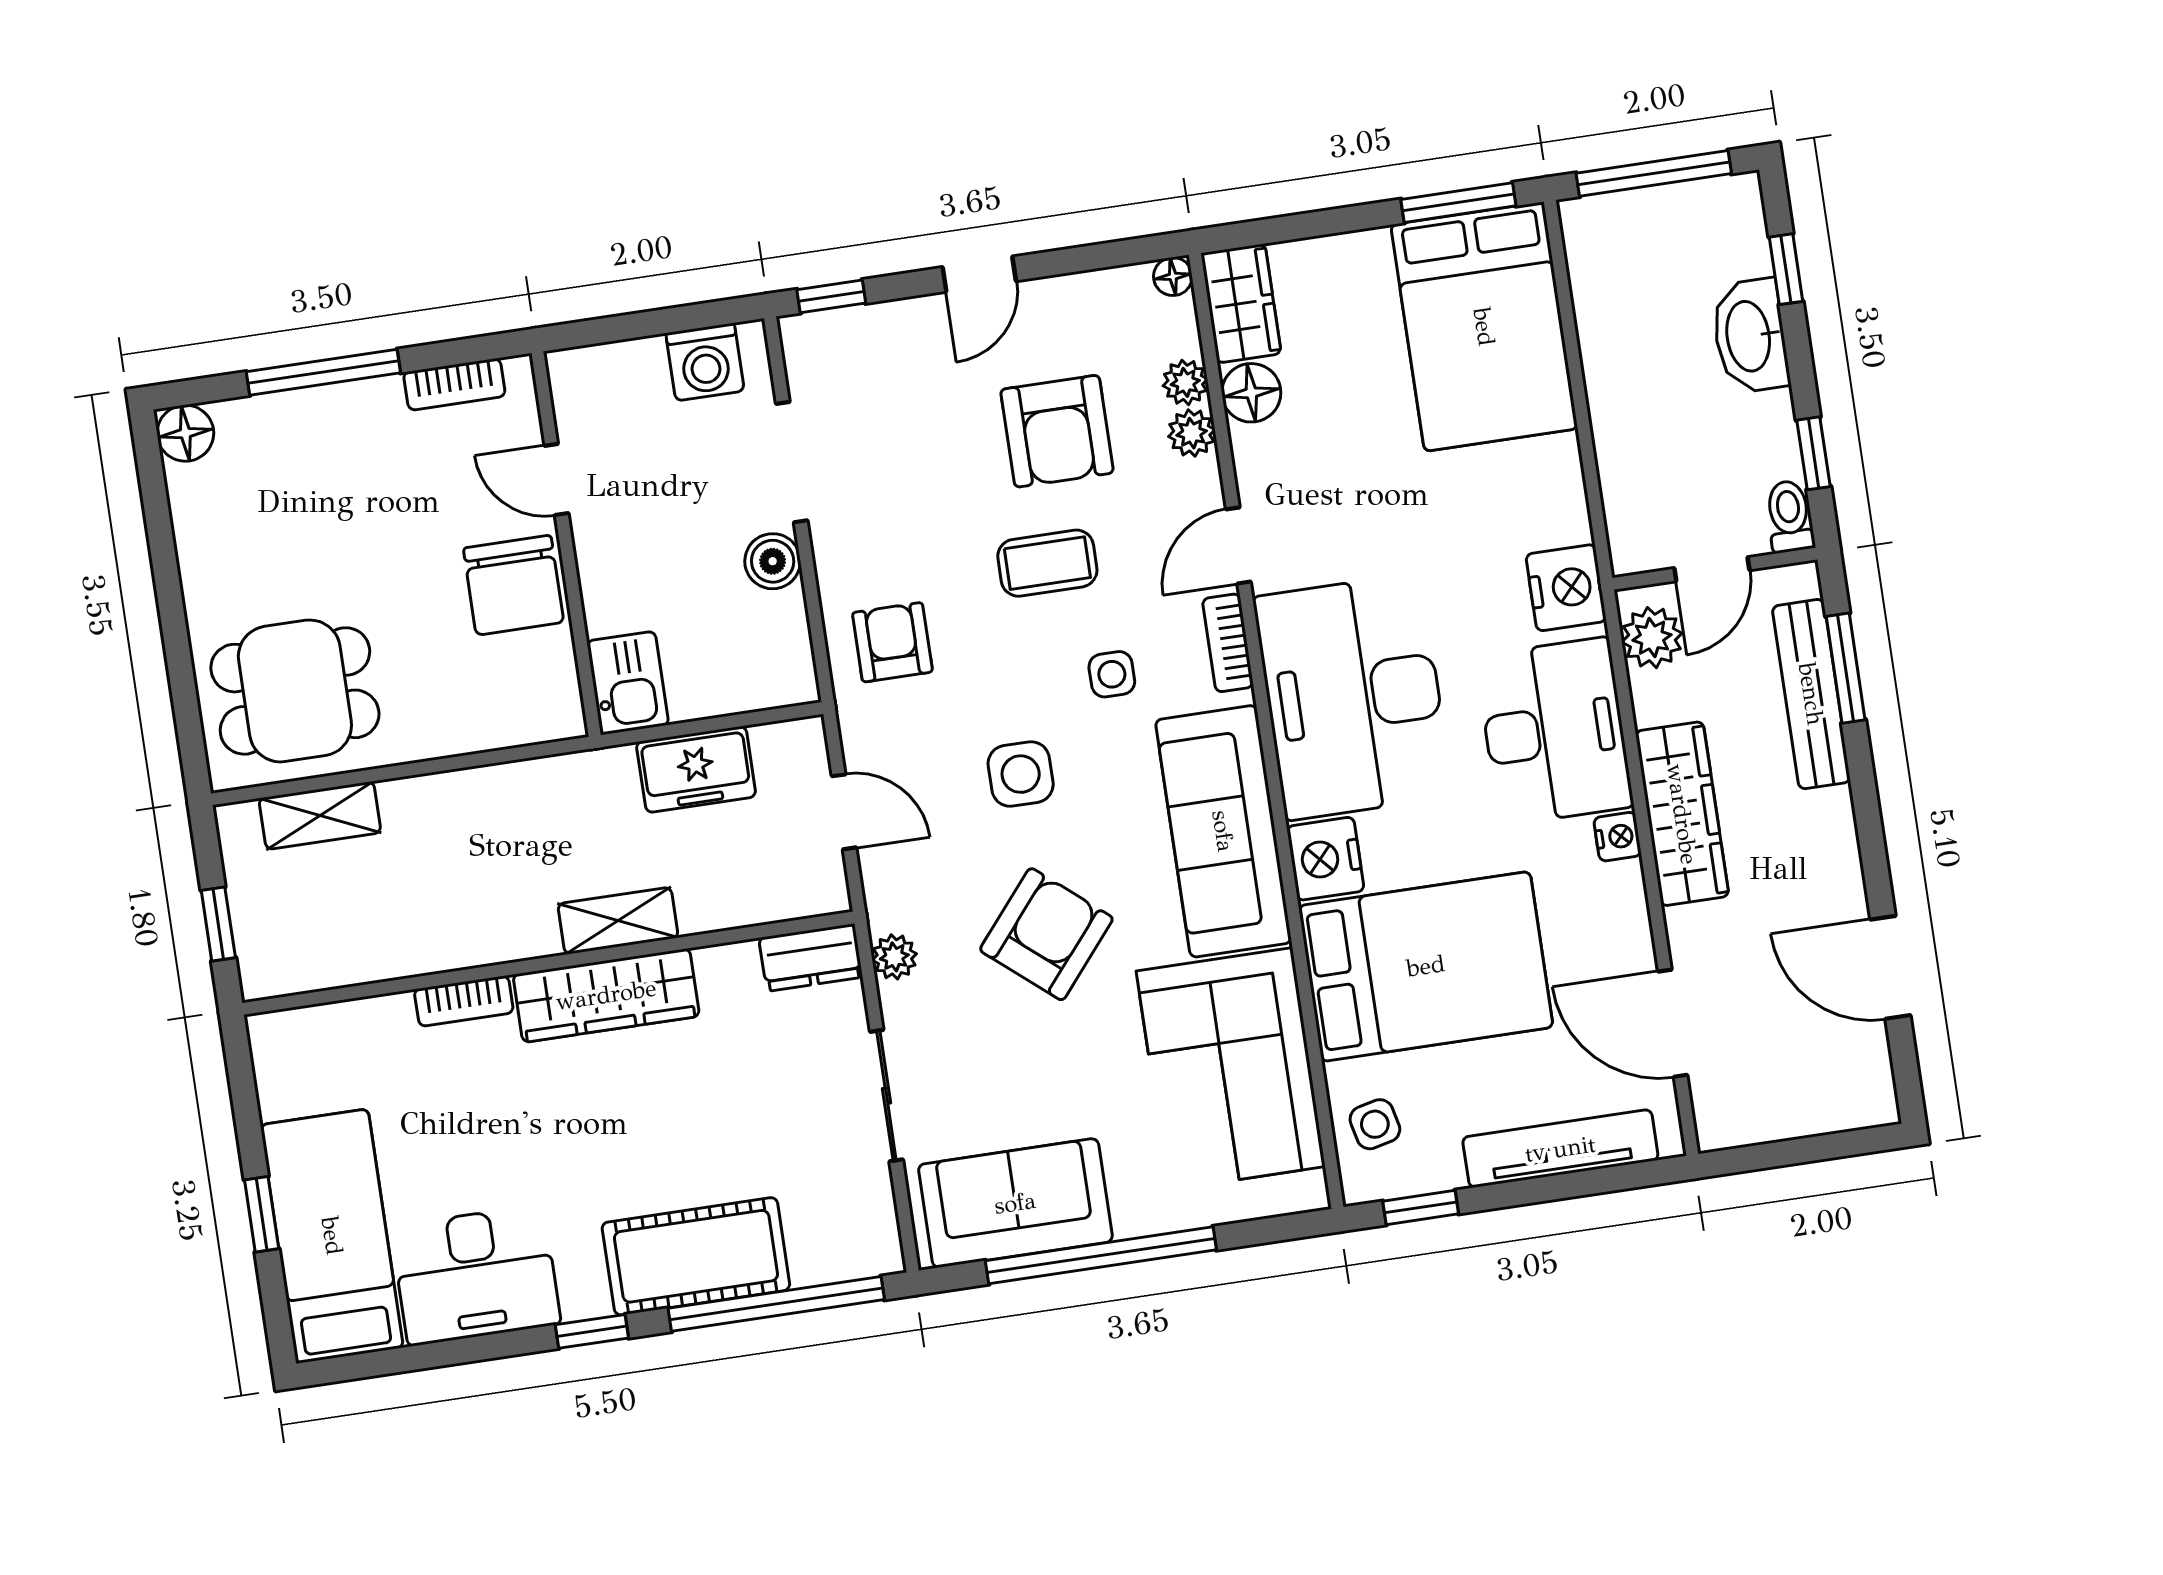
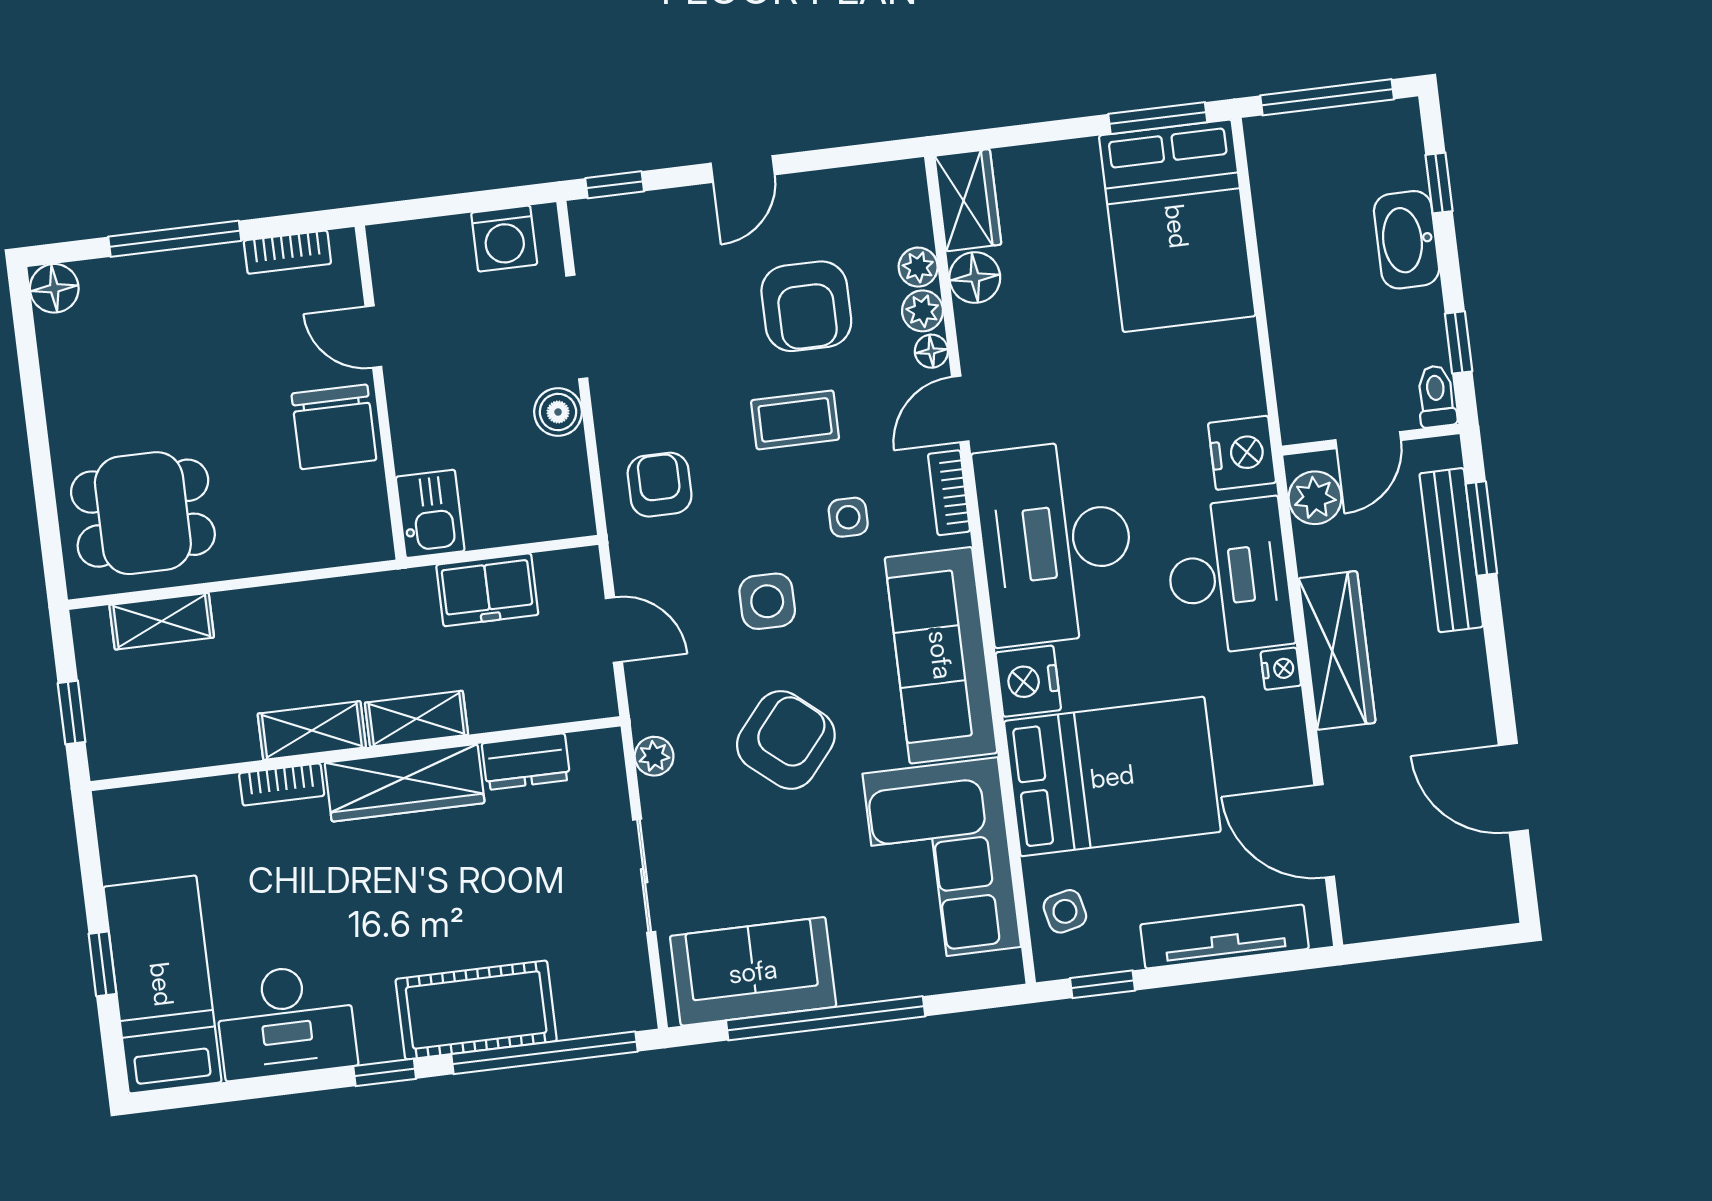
floor lamp: (1173, 276) -> (931, 351), moved
shelving: (497, 938) -> (312, 730), added
dresser: (811, 957) -> (526, 762), moved

